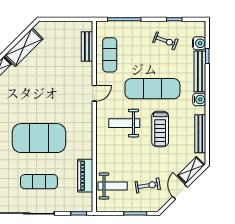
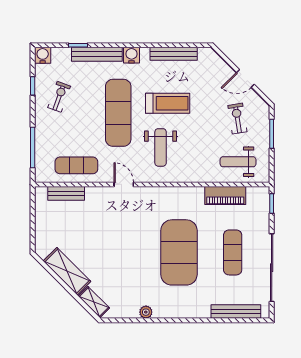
water cooler: (199, 43) -> (43, 55), moved
shelving: (191, 170) -> (218, 65), removed
weight bench: (113, 186) -> (238, 162), turned -90

